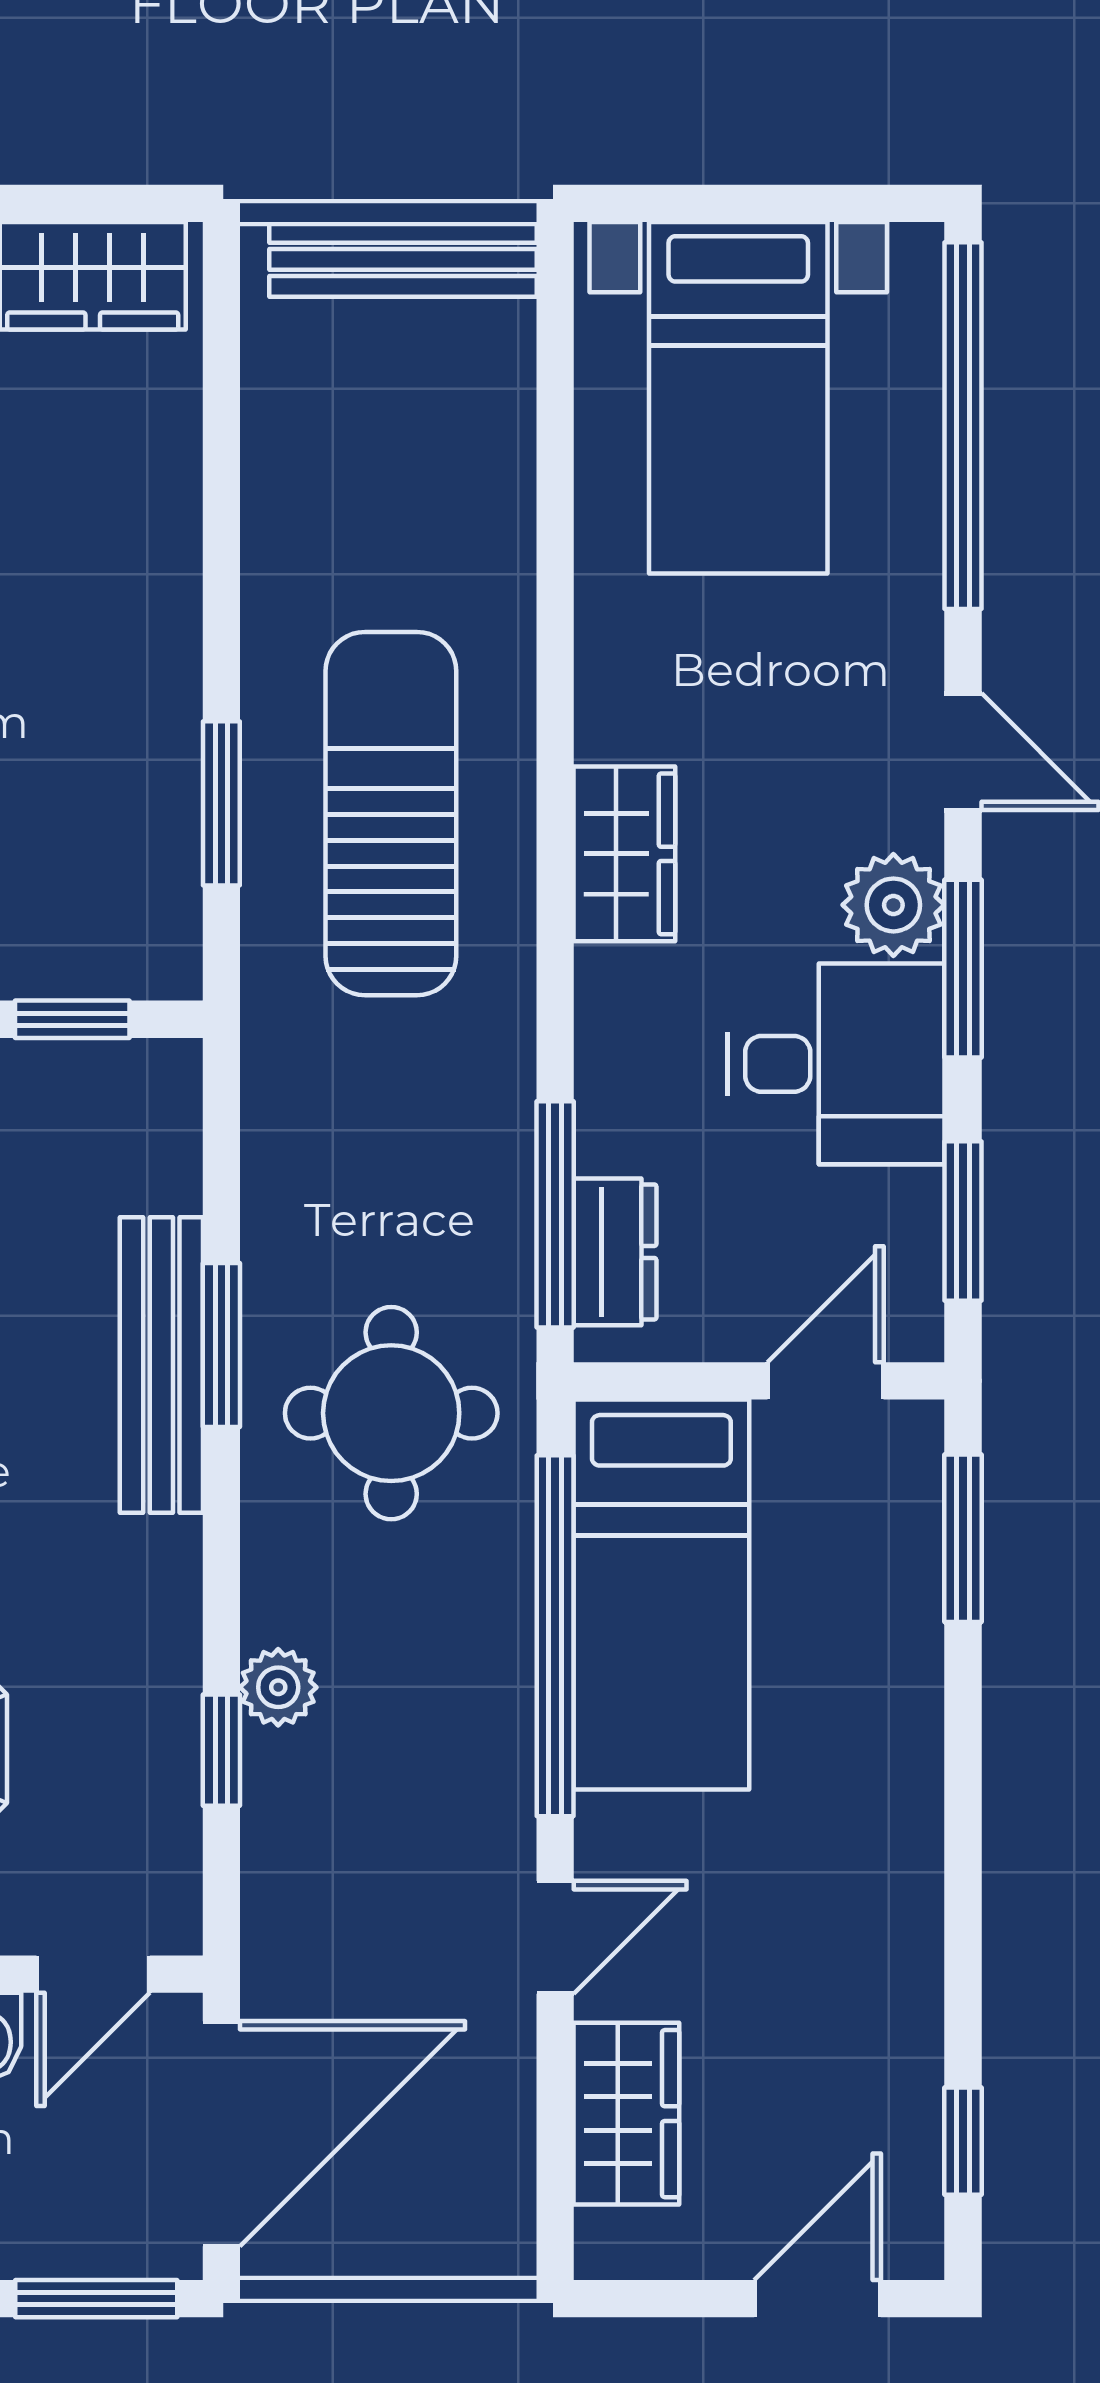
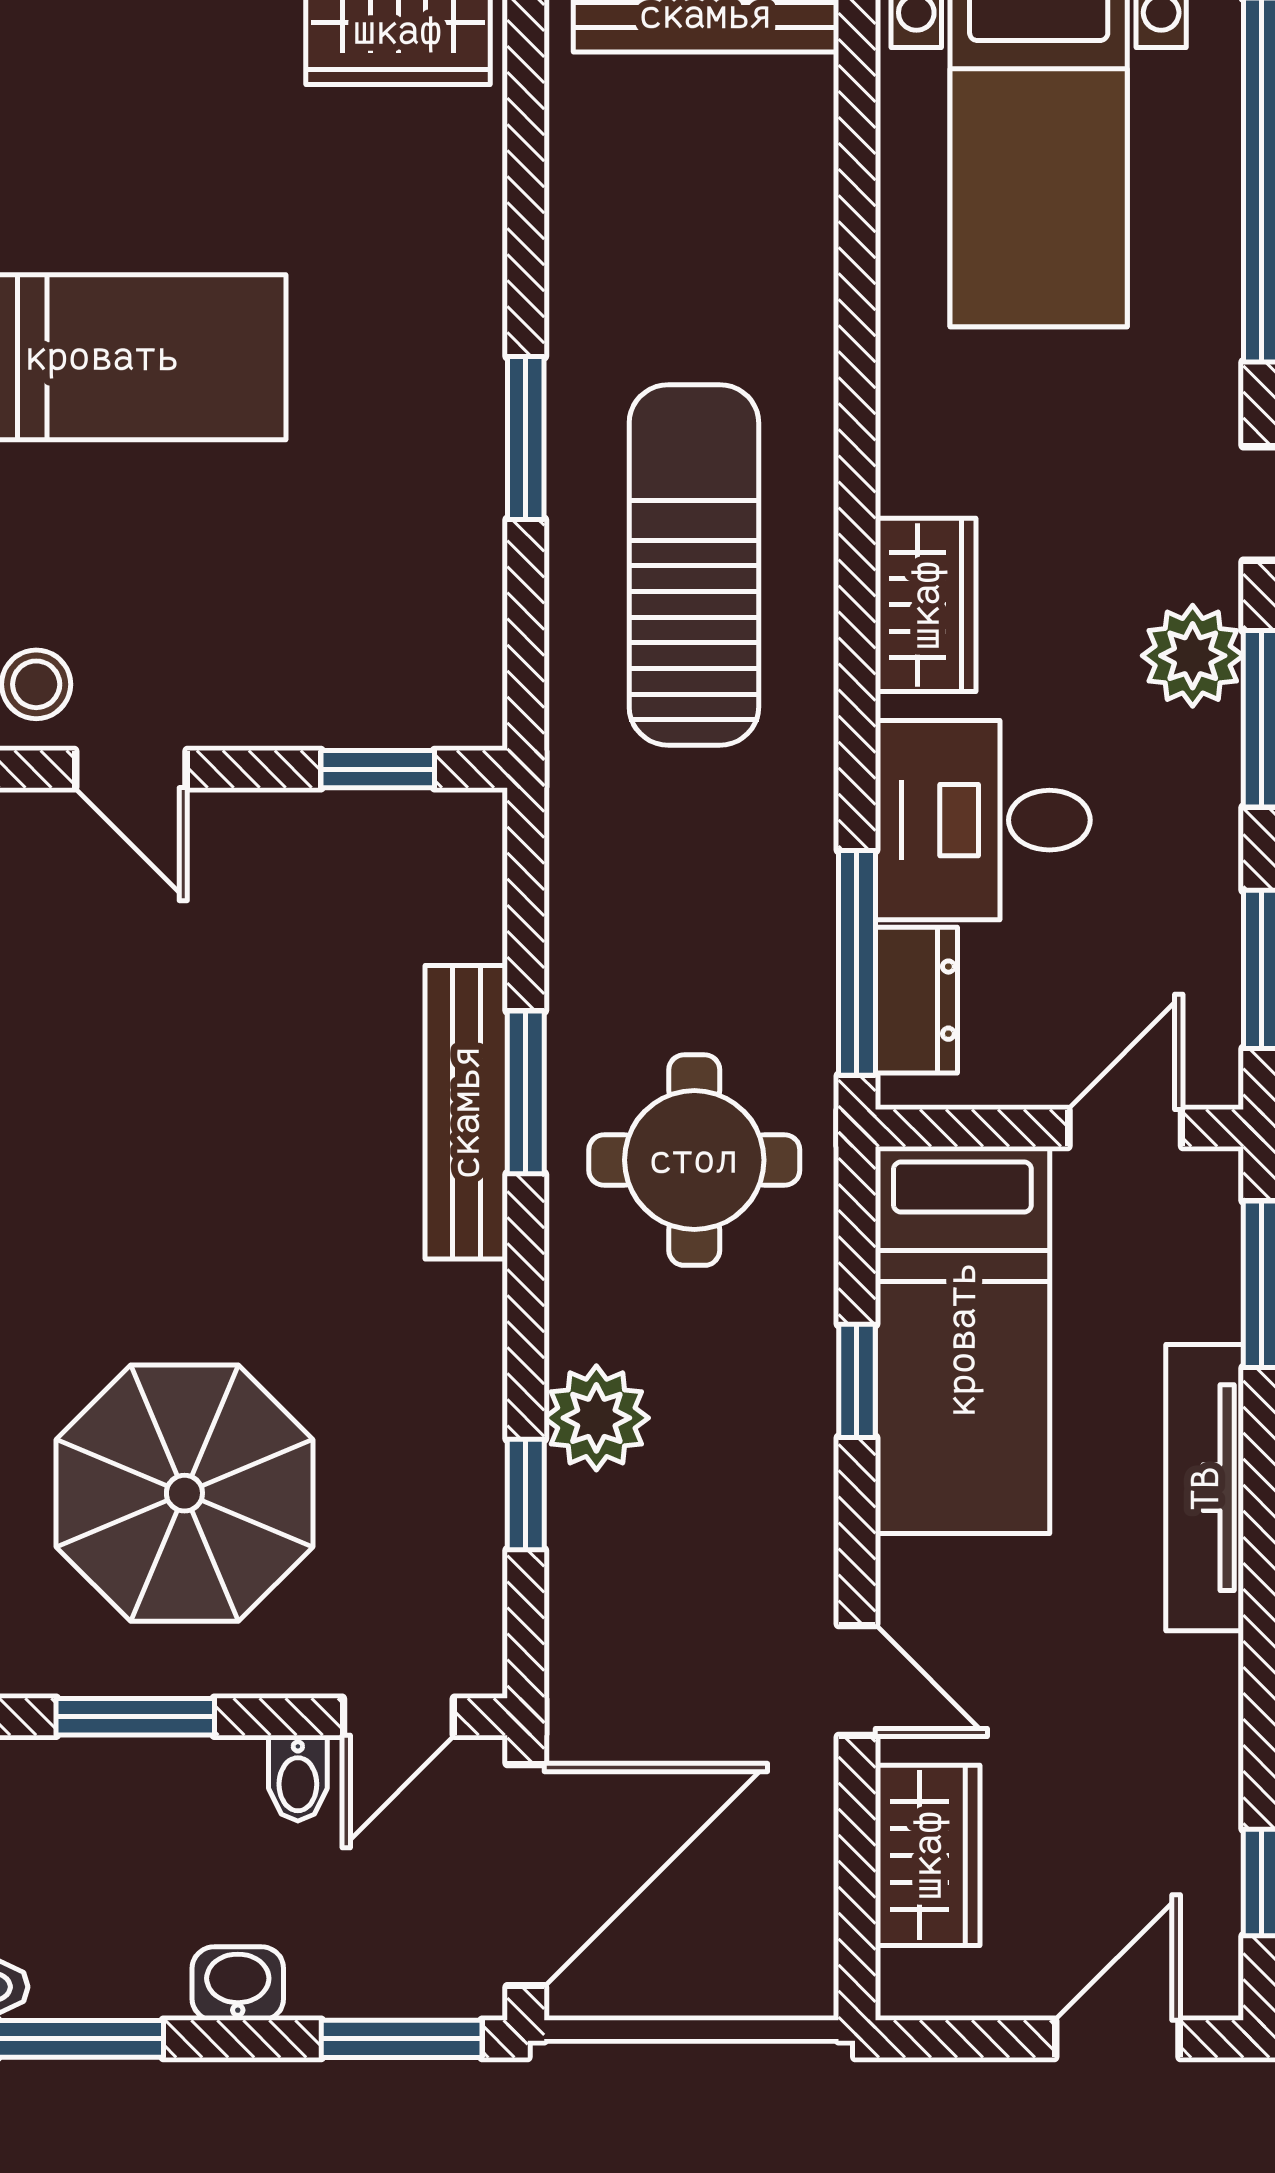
window: (221, 803) -> (526, 438), moved
desk: (836, 1064) -> (983, 820), moved, turned 180
window: (555, 1636) -> (857, 1381), width x0.32
plant: (278, 1687) -> (596, 1418), width x1.38, depth x1.38
tv unit: (905, 1743) -> (1205, 1488), added
door: (555, 1937) -> (857, 1680), hinge flipped

